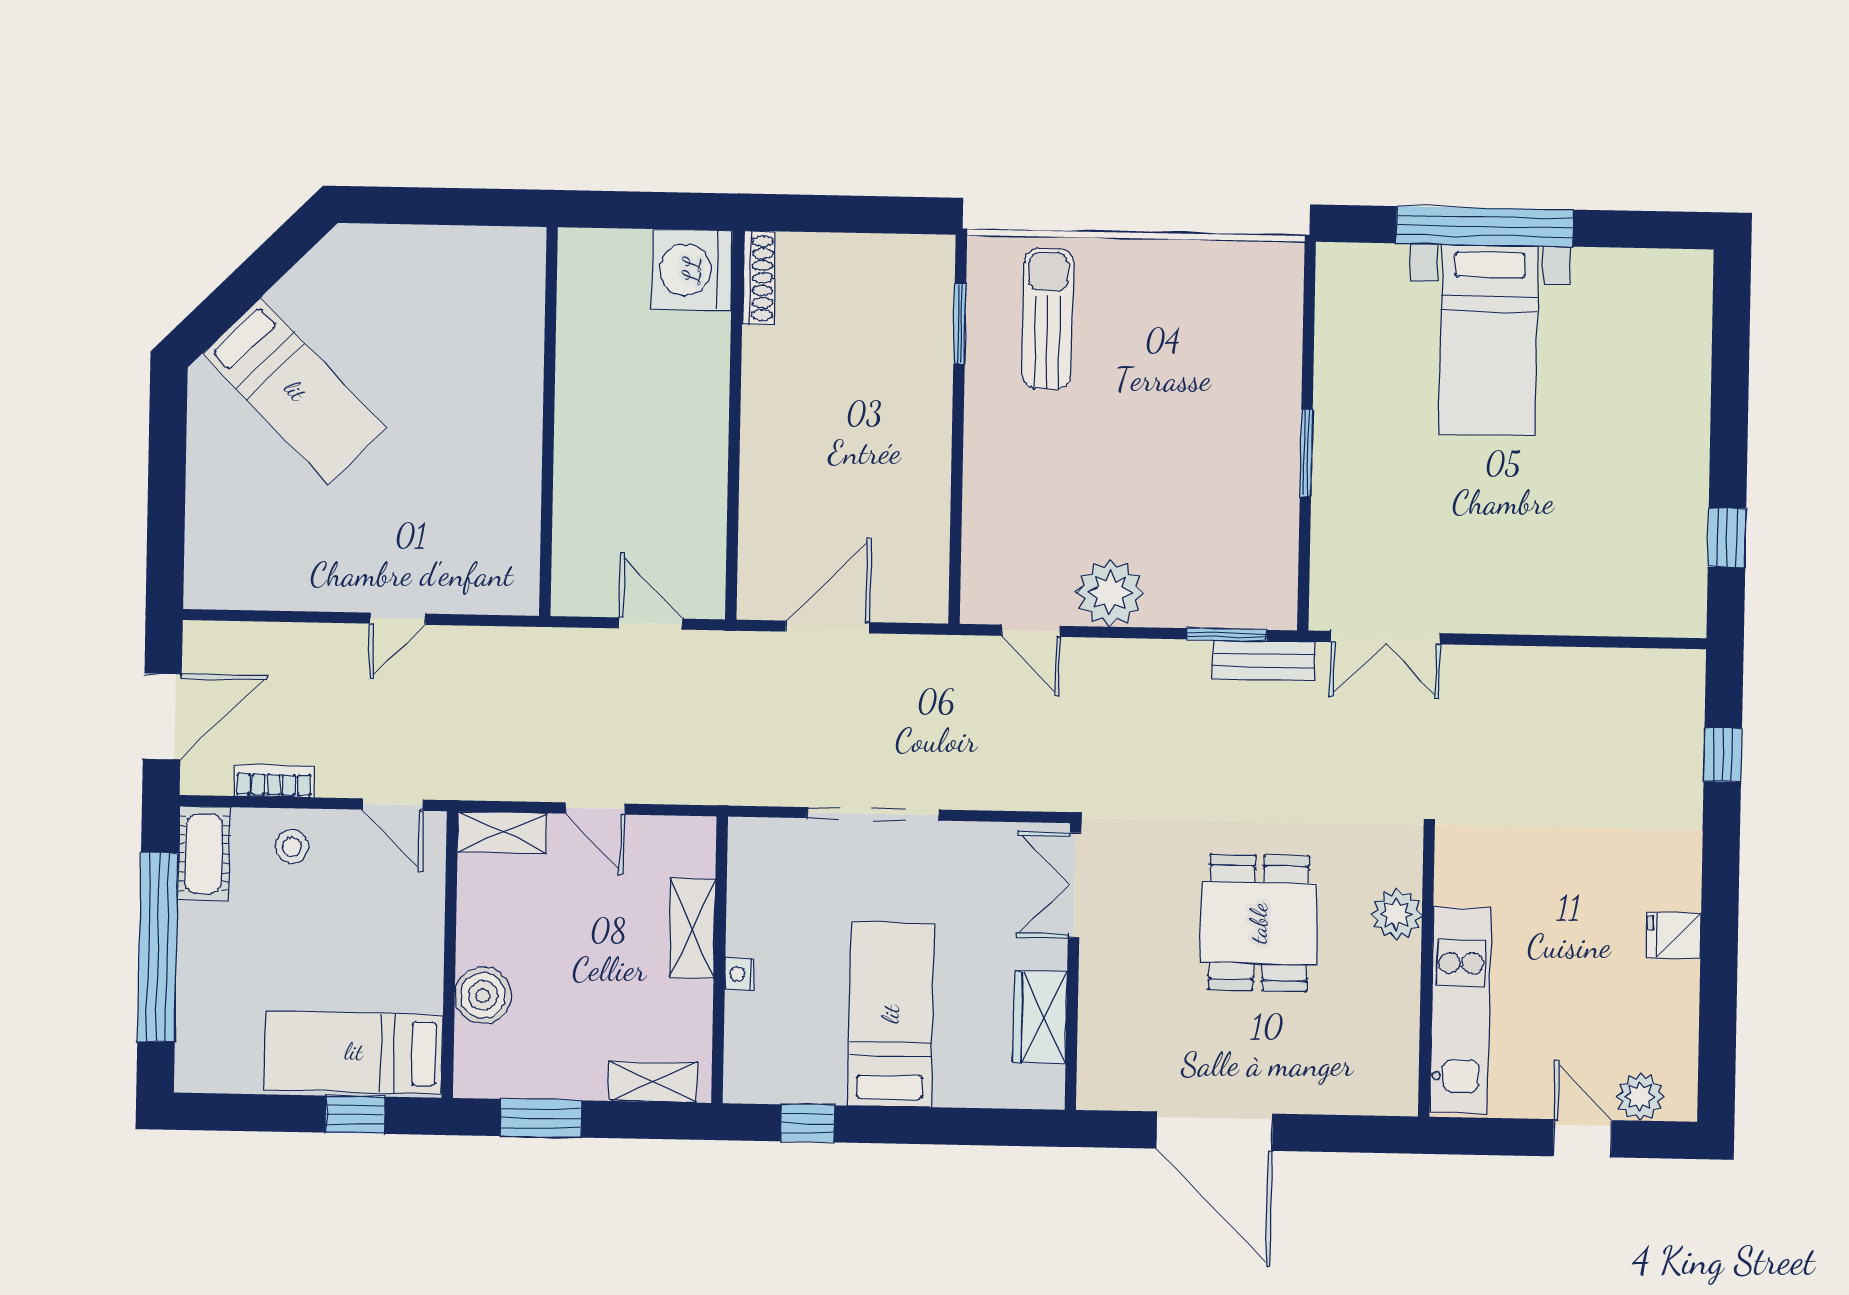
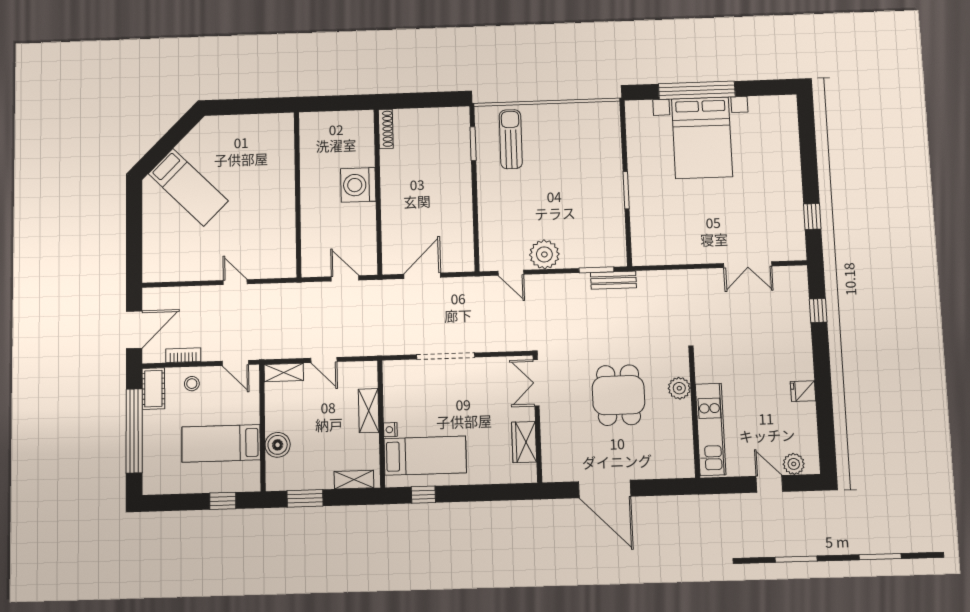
washing machine: (692, 270) -> (358, 185), moved
bed with nightstands: (1489, 340) -> (702, 138), width x1.36
door: (398, 619) -> (235, 282), swing flipped
double door: (1385, 638) -> (748, 265), moved
bed: (891, 1014) -> (425, 456), moved, turned 90
bed: (354, 1052) -> (221, 443), moved

